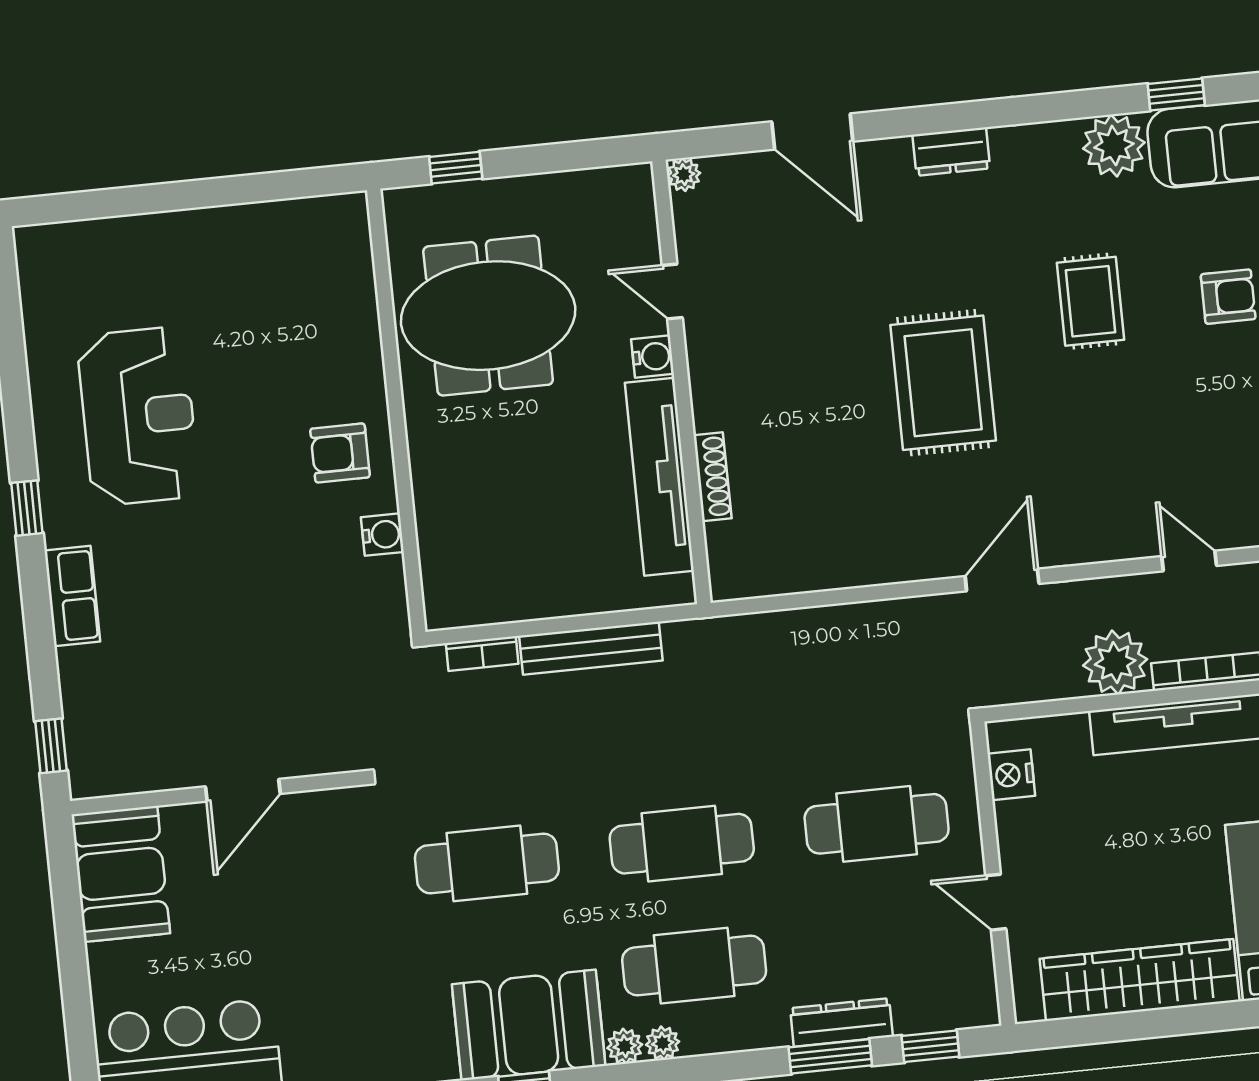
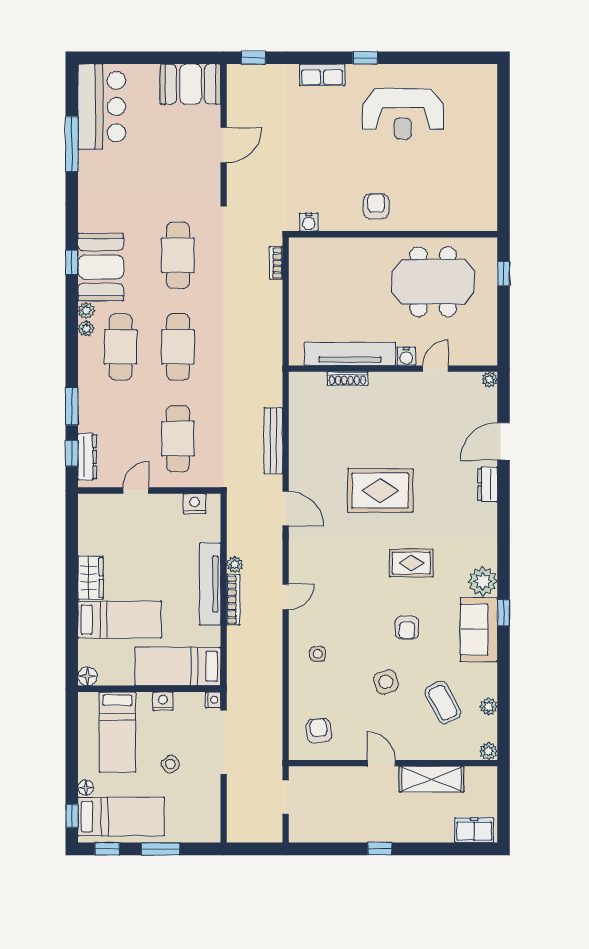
dresser: (951, 152) -> (488, 484), moved
meeting table: (488, 316) -> (433, 282), turned 90
water cooler: (382, 535) -> (309, 222), moved
bench: (591, 648) -> (273, 441), moved
plant: (1115, 662) -> (235, 564), width x0.53, depth x0.53
door: (243, 790) -> (224, 145), swing flipped
wardrobe: (1140, 980) -> (91, 578), width x0.48, depth x0.85
dresser: (842, 1022) -> (87, 457), moved

